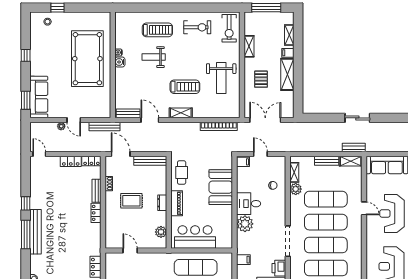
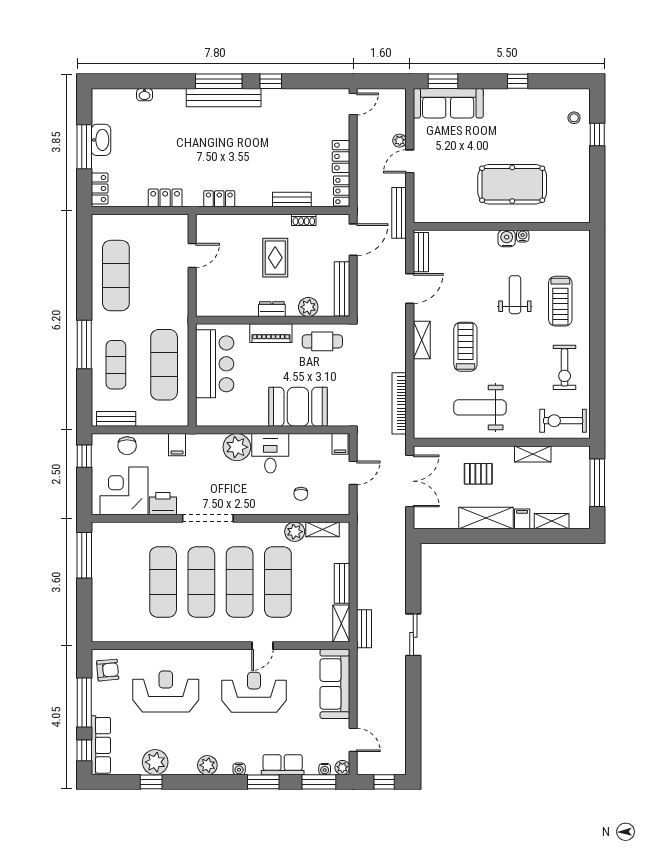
pool table: (87, 59) -> (512, 184), width x0.73, depth x0.76
treadmill: (185, 87) -> (465, 347), turned 180
locker: (96, 213) -> (219, 199), moved
plant: (161, 232) -> (308, 307), moved

